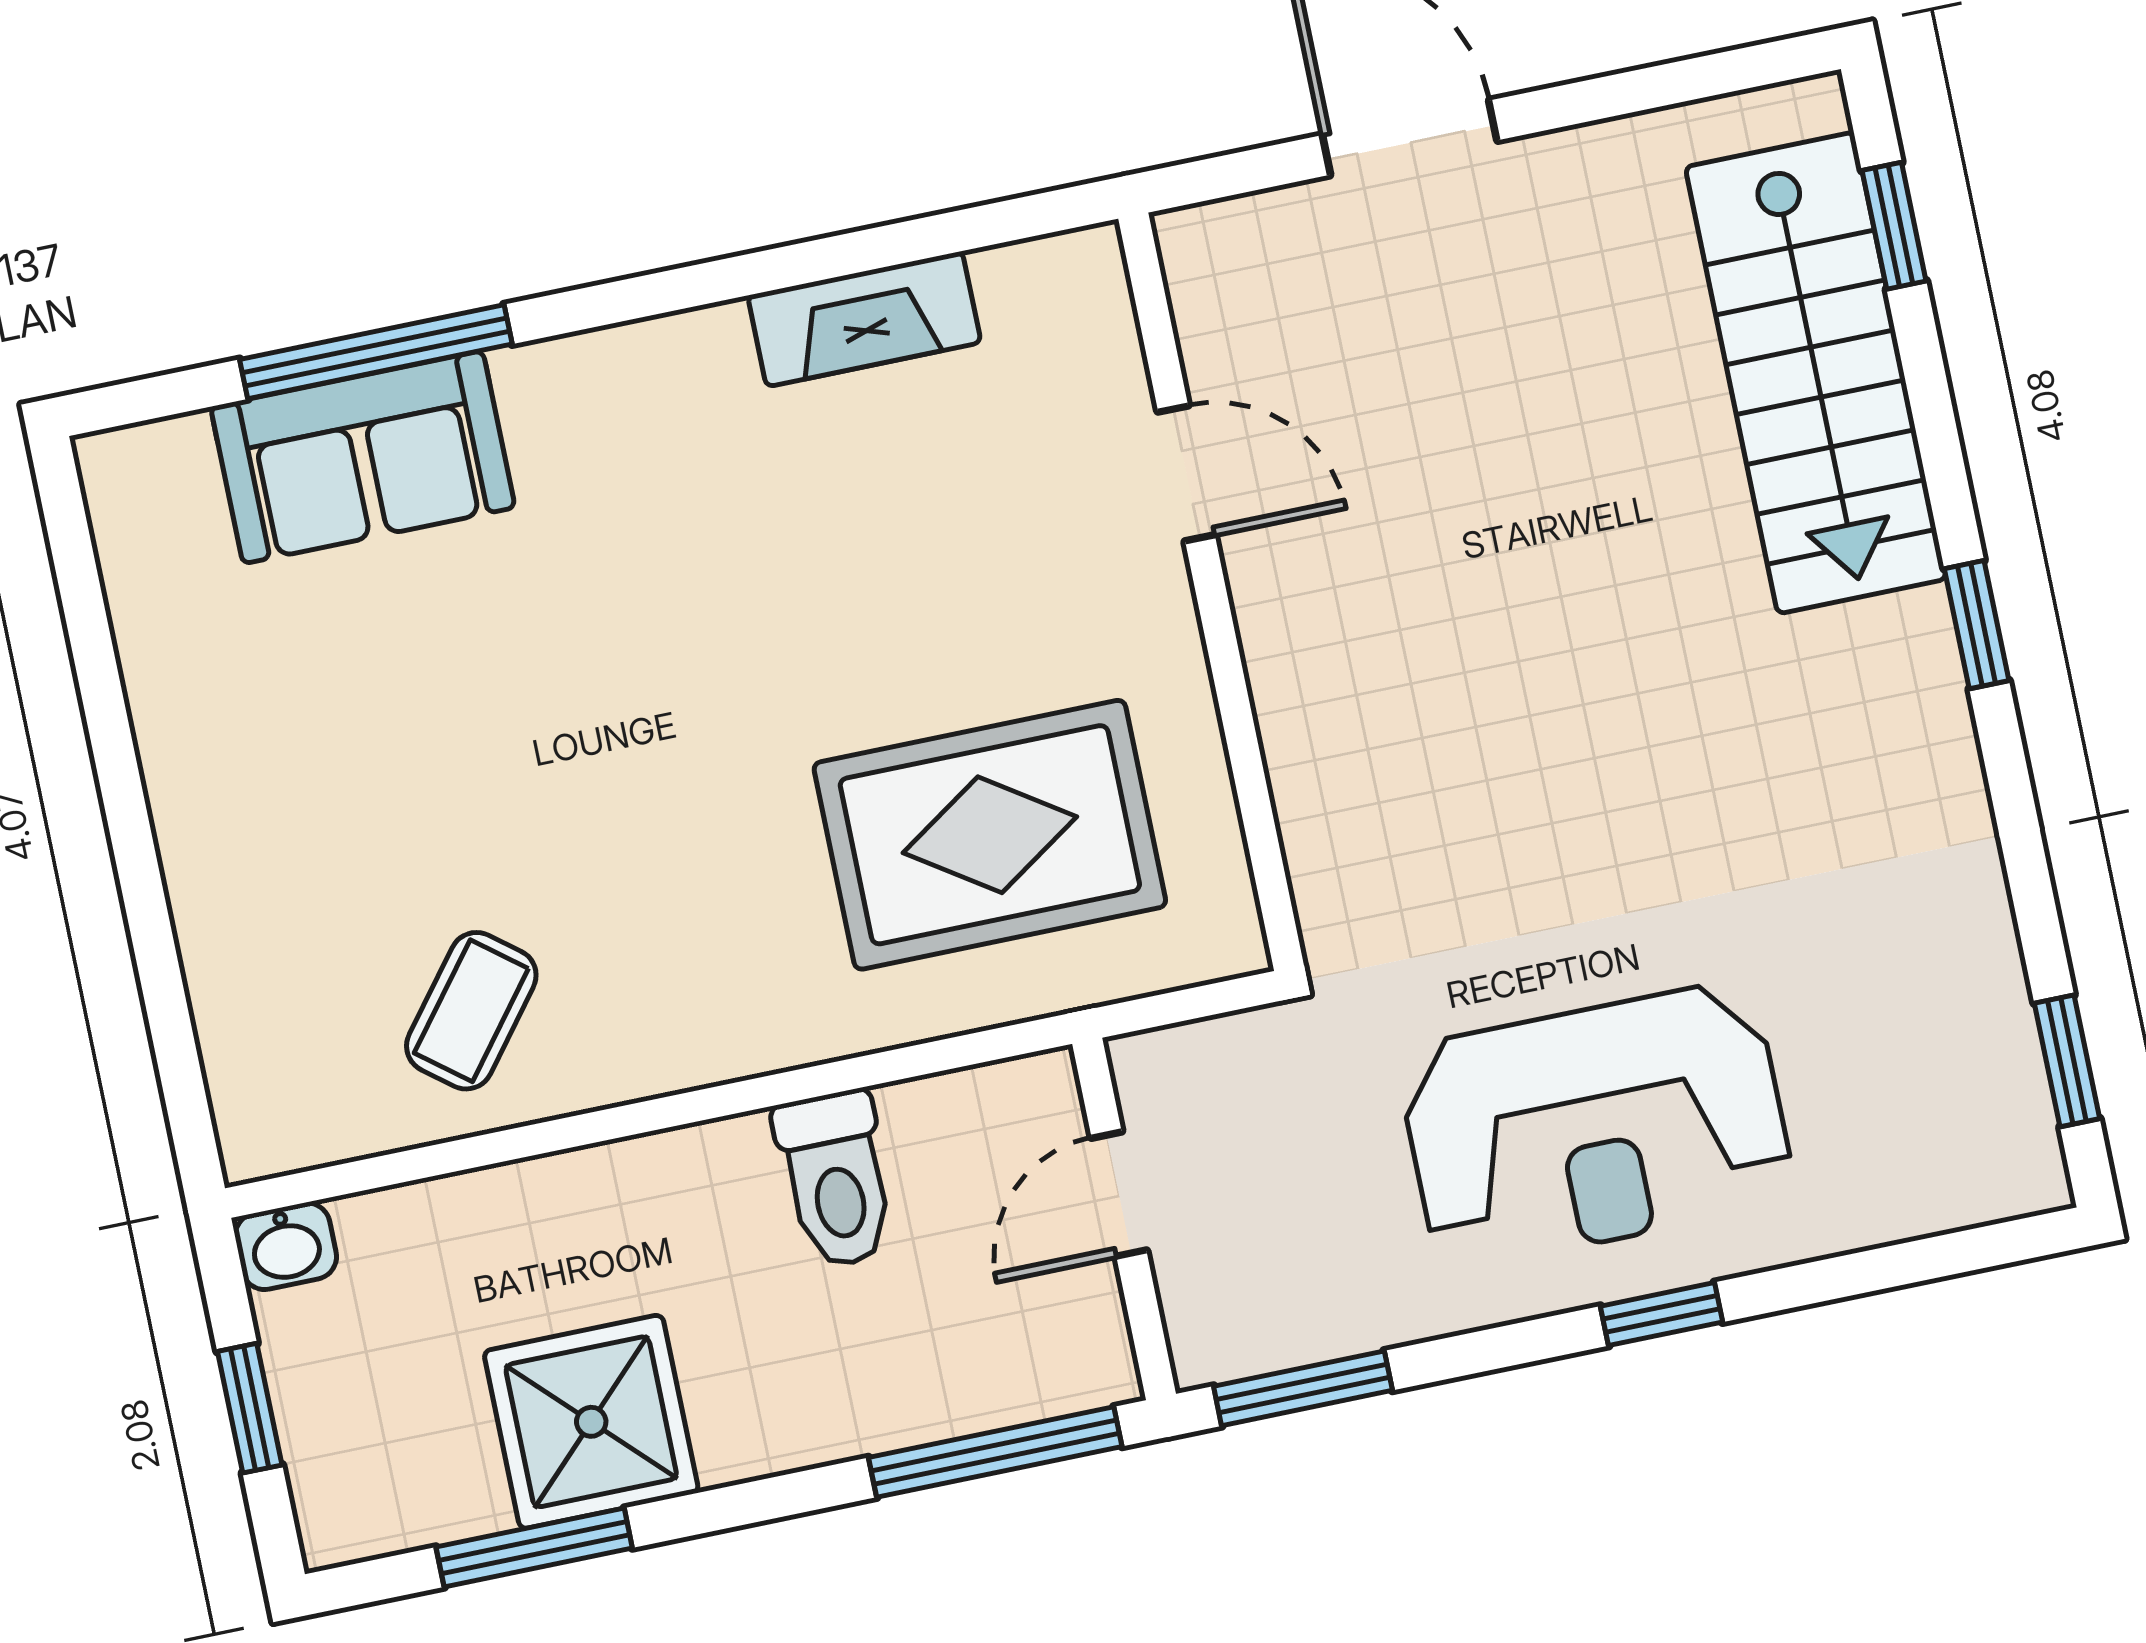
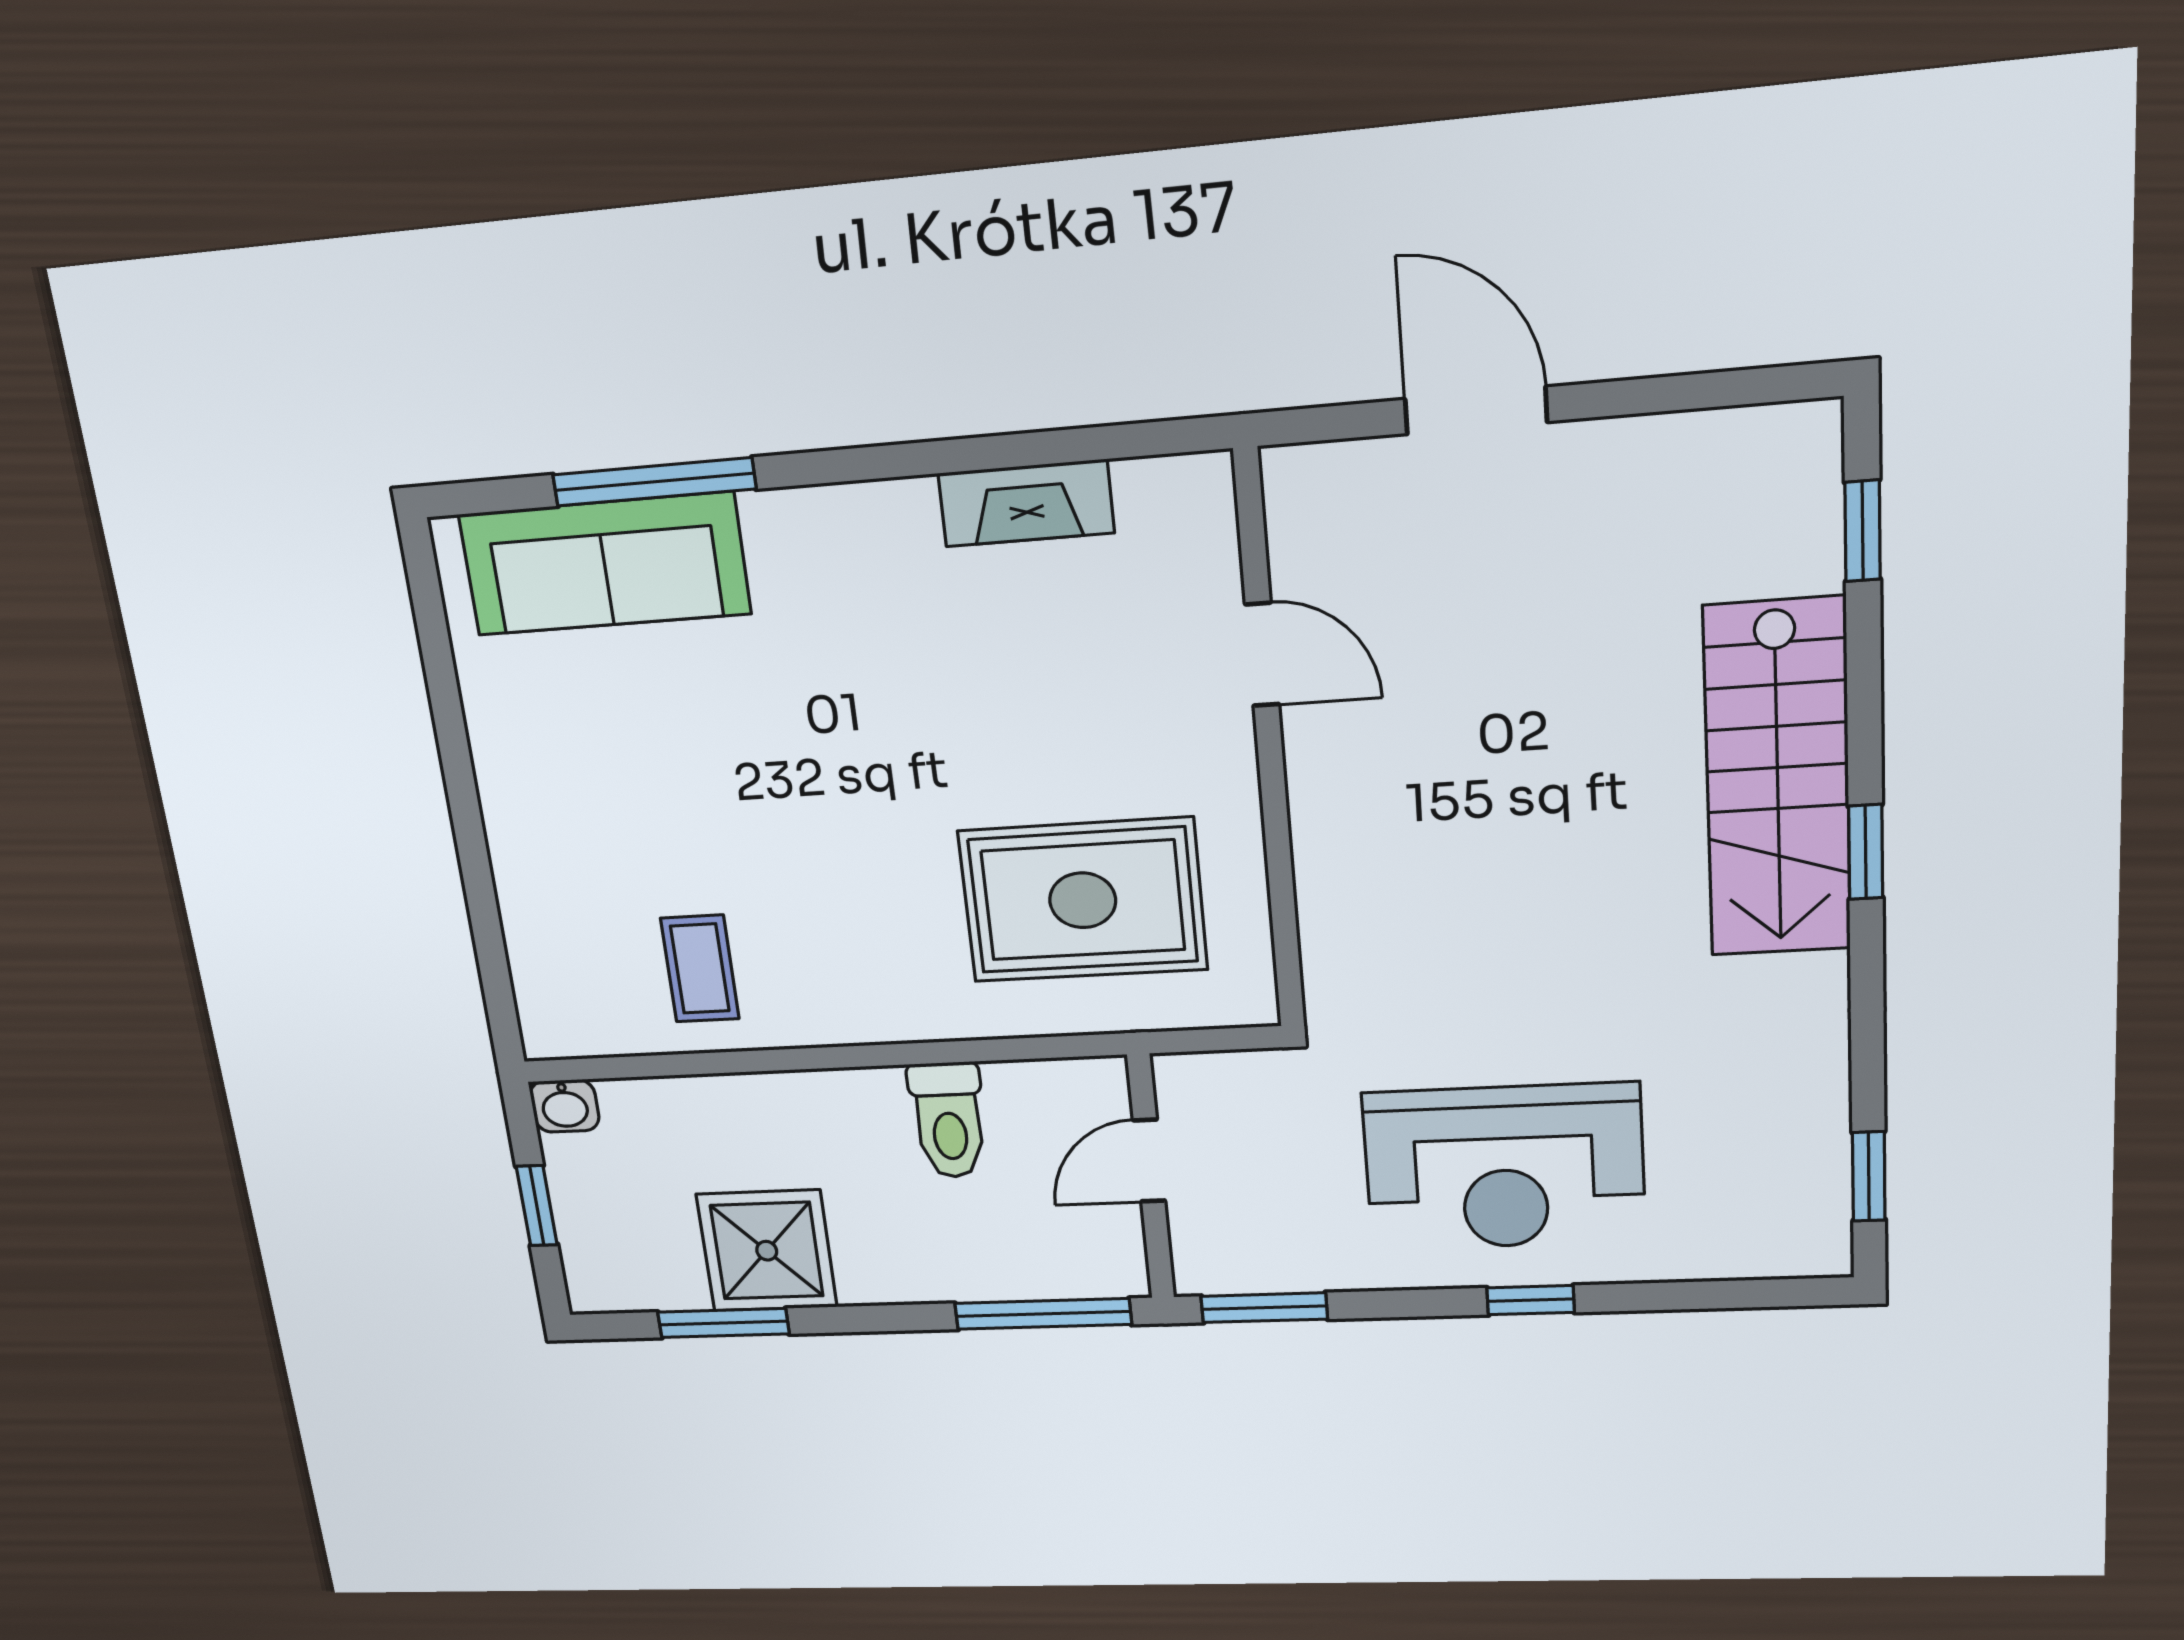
stairs: (1816, 373) -> (1778, 779), moved
sofa: (363, 457) -> (604, 564), width x1.36
coffee table: (471, 1011) -> (700, 969), turned -38

